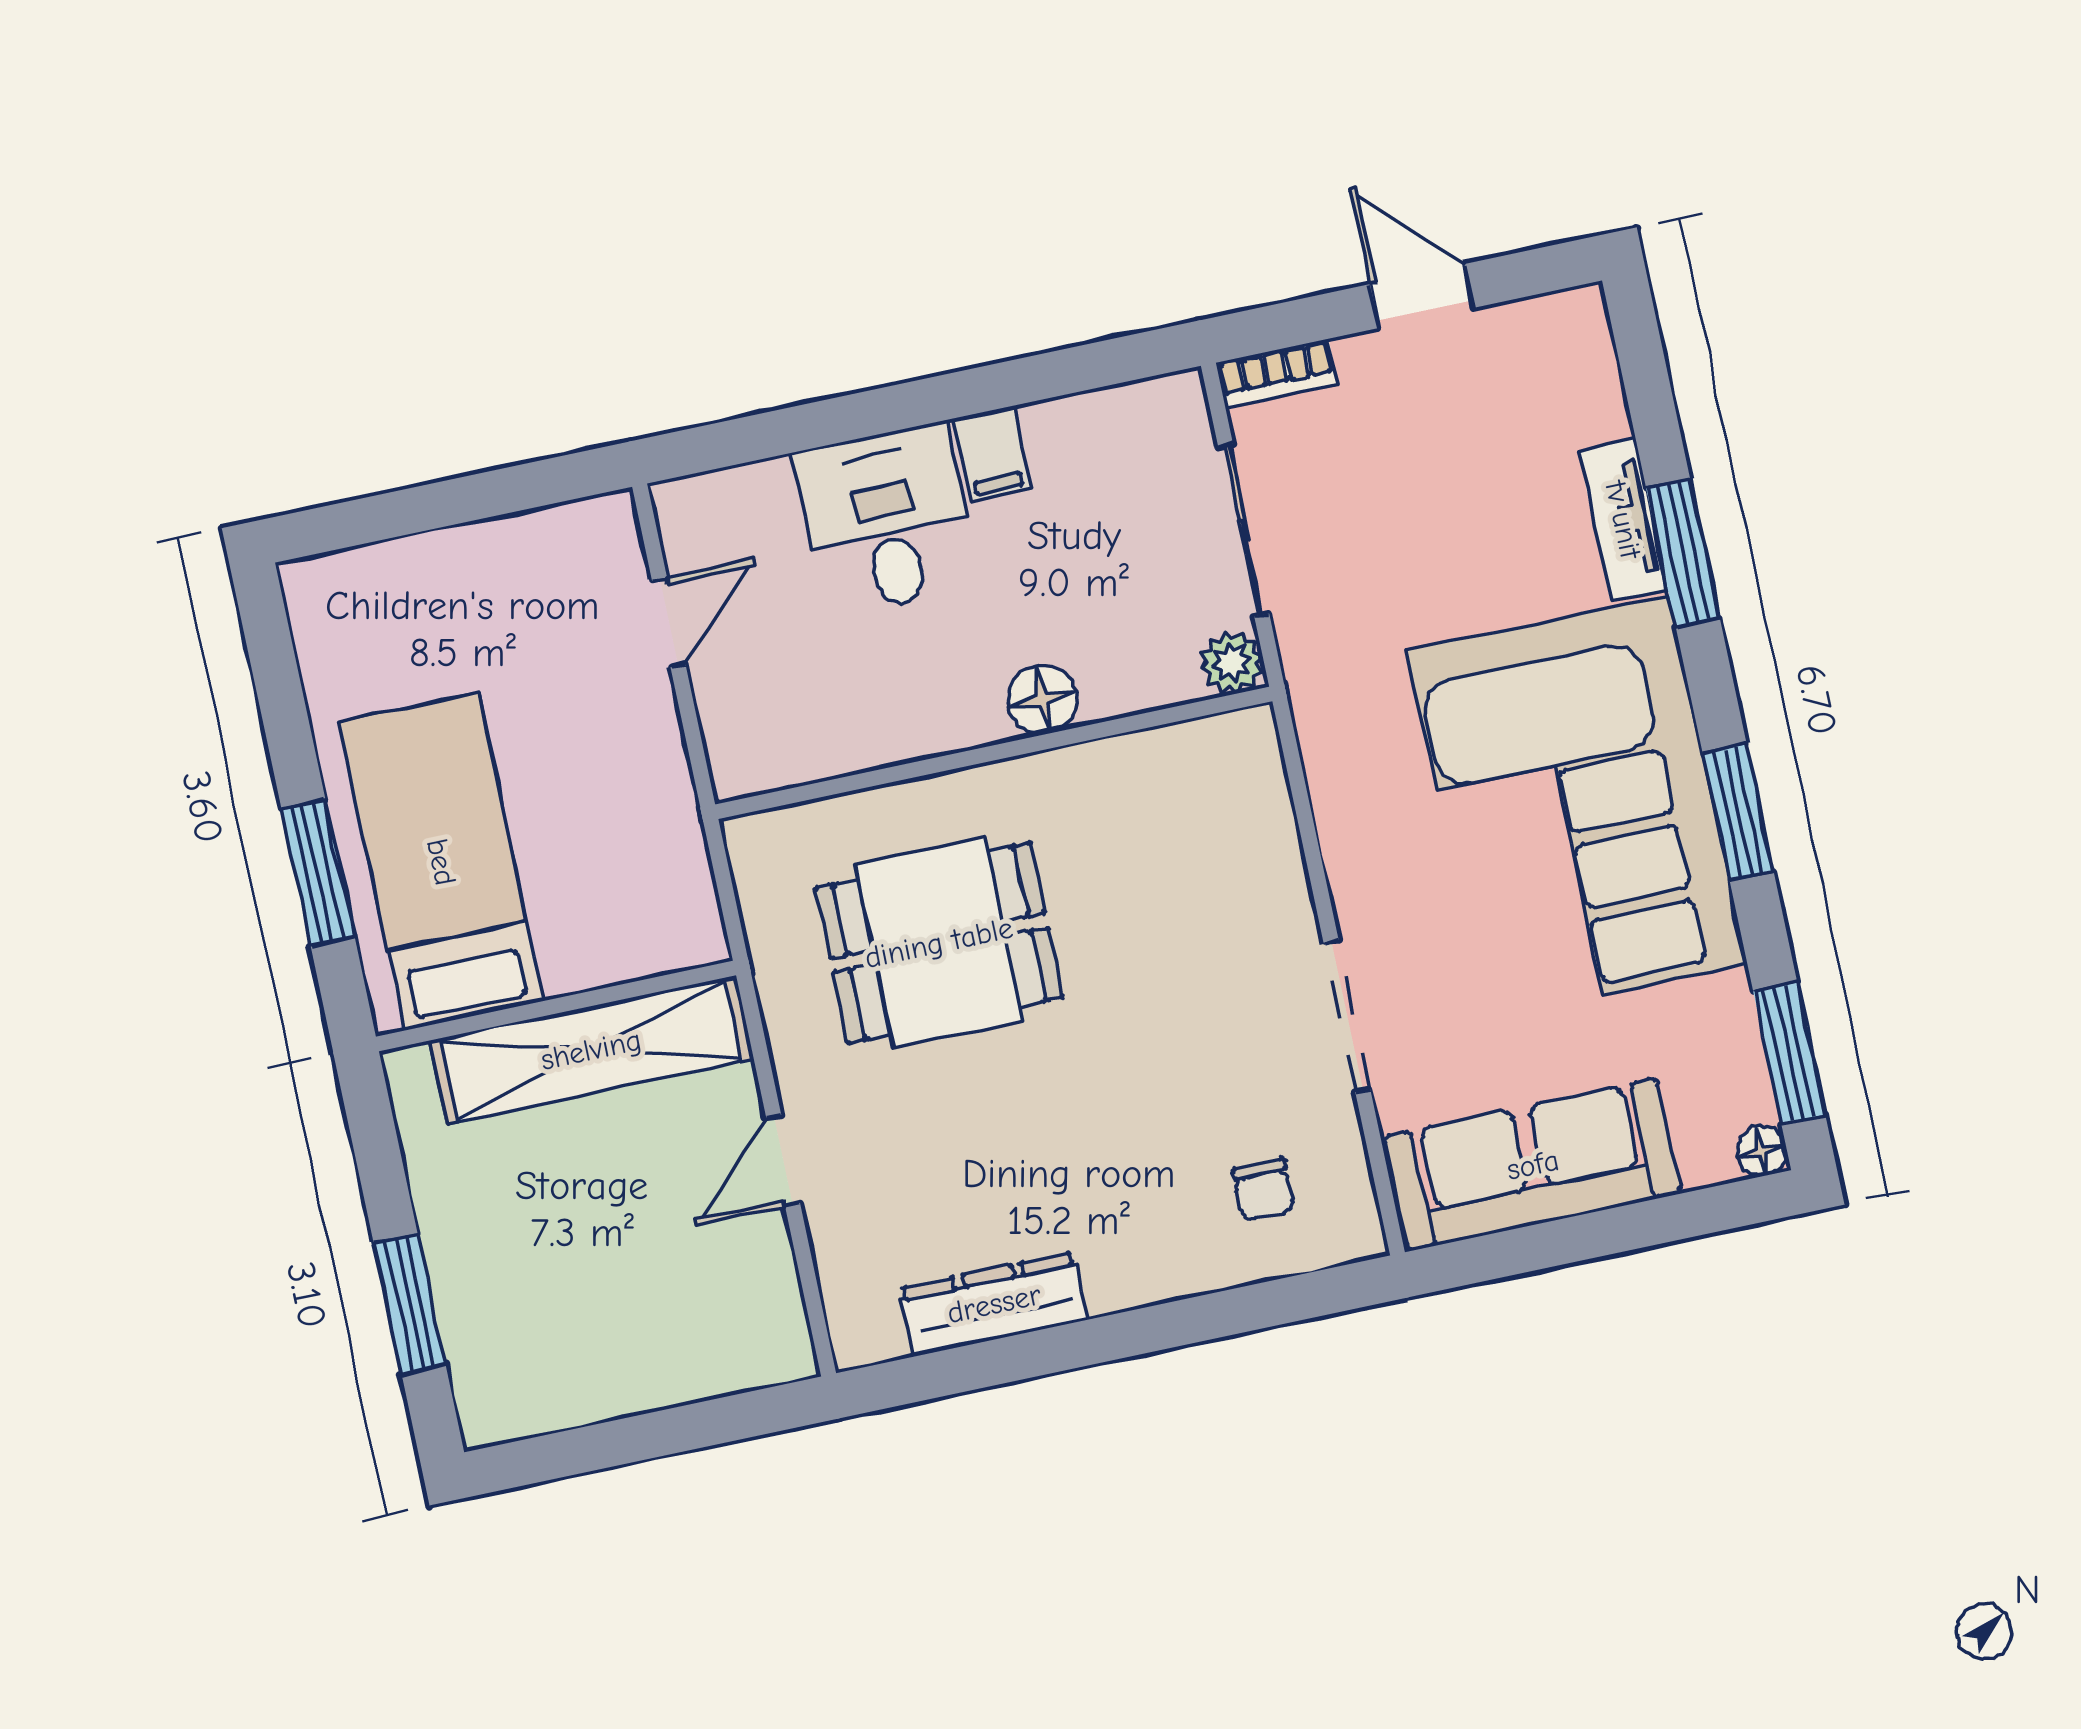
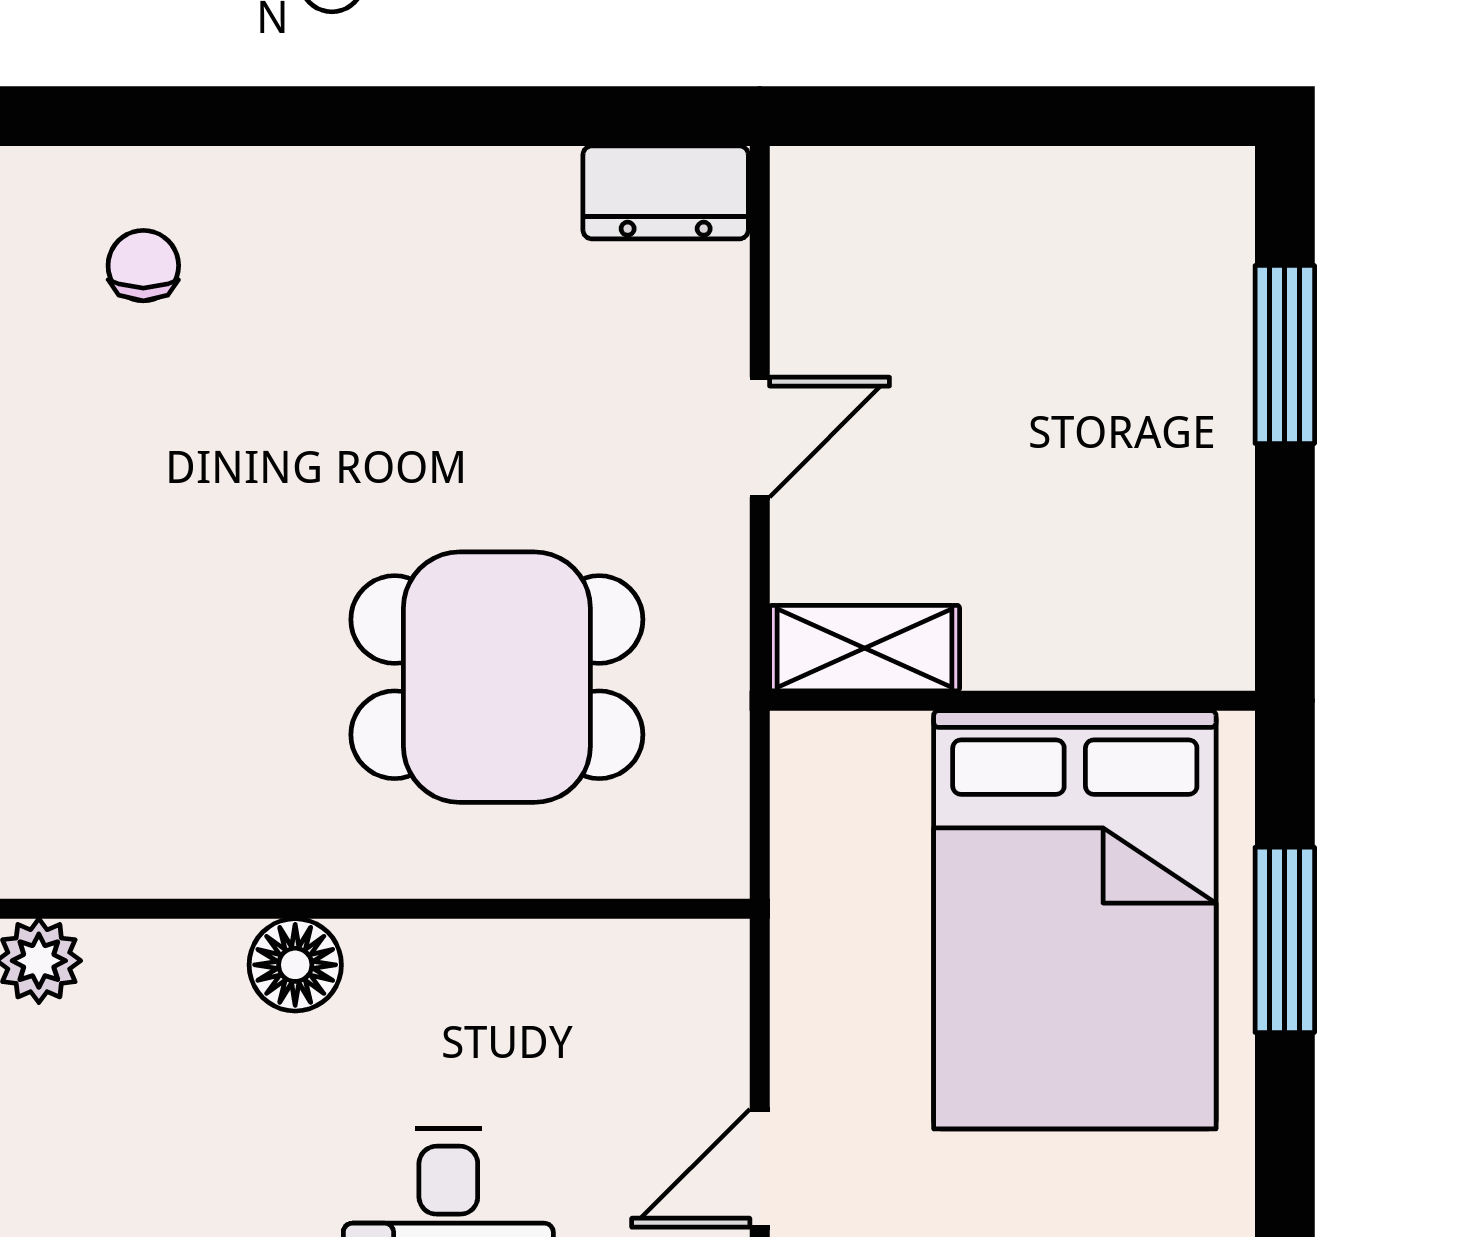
bed: (441, 862) -> (1075, 920), width x1.50
shelving: (591, 1050) -> (865, 648), width x0.45, depth x0.75
dresser: (994, 1304) -> (666, 192), moved, width x0.70

